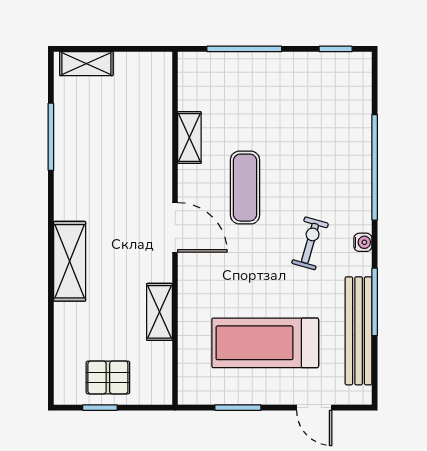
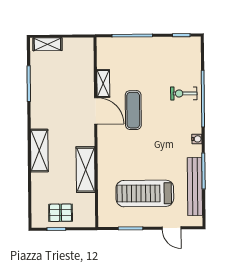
door: (175, 227) -> (96, 111), moved
exercise bike: (310, 243) -> (184, 93), moved, turned -106
shelving: (159, 312) -> (86, 170), width x1.50, depth x1.33

